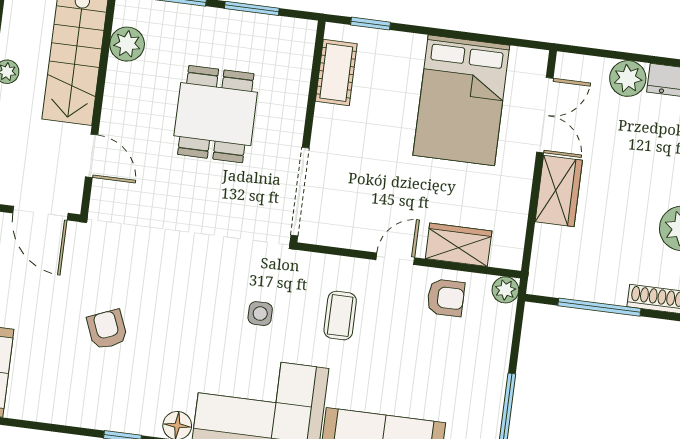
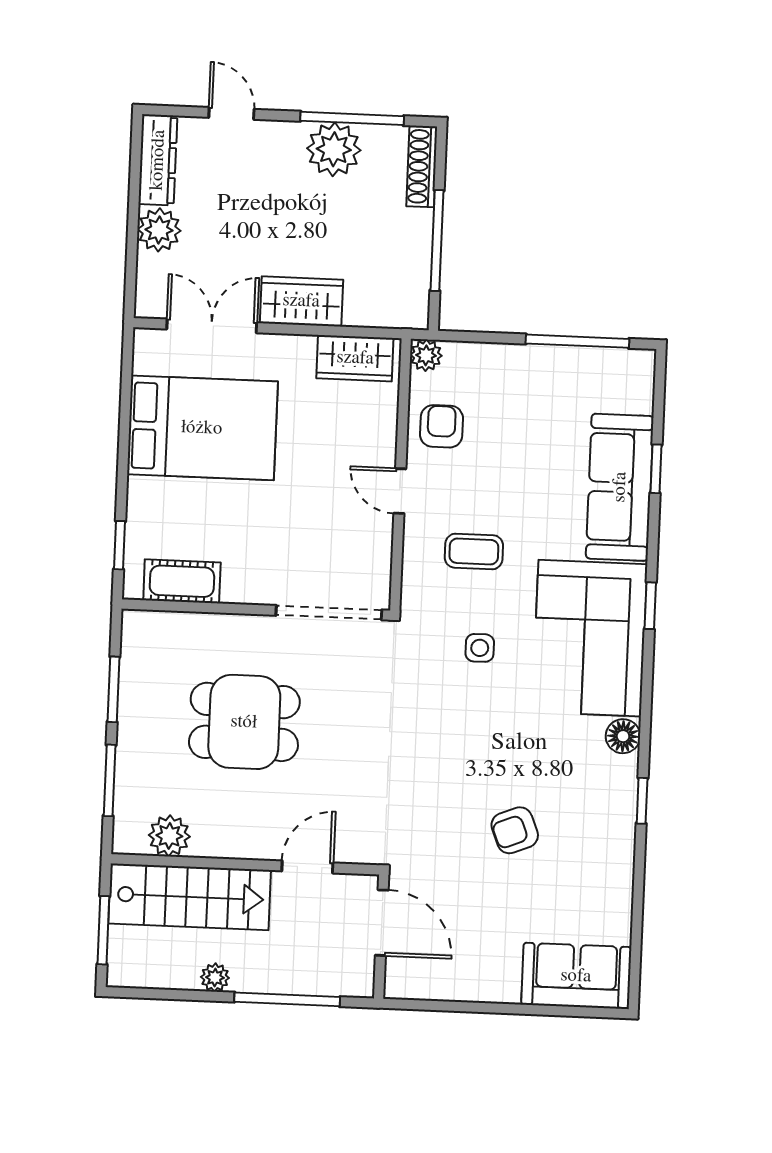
door: (40, 213) -> (382, 923), hinge flipped
wardrobe: (459, 245) -> (355, 358), moved, turned -90

